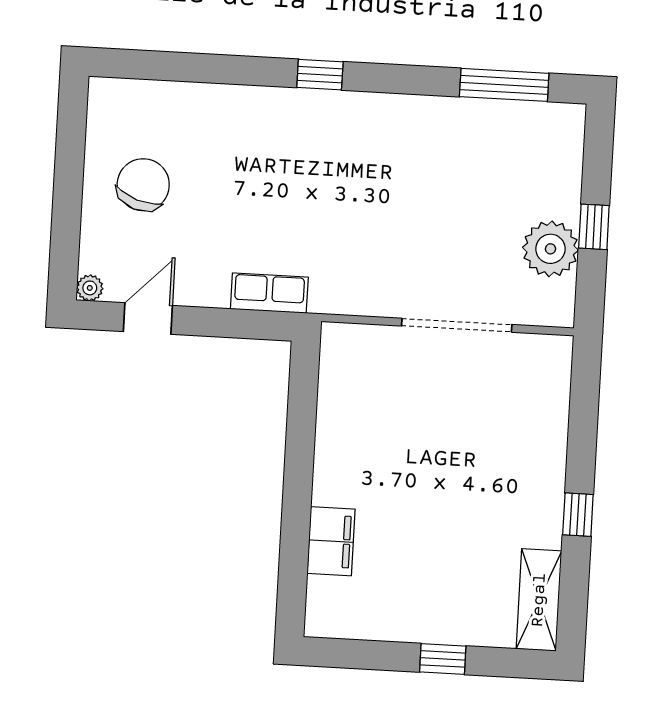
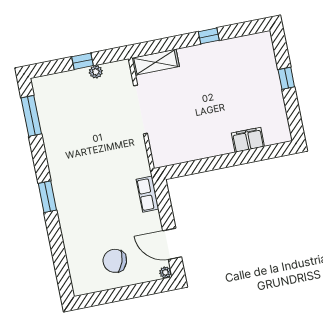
window: (320, 75) -> (47, 197), width x1.50
plant: (550, 249) -> (96, 72), width x0.53, depth x0.53
door: (148, 319) -> (172, 244), width x1.38
shelving: (539, 600) -> (156, 62), moved

